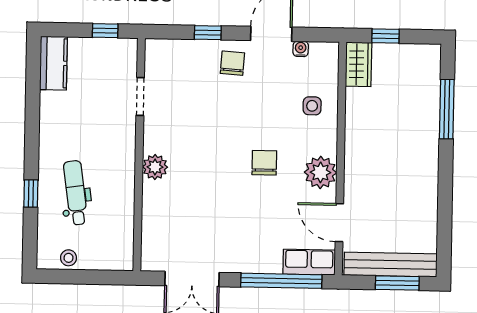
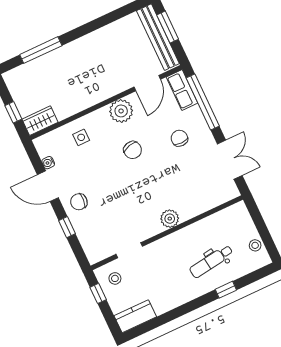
stool: (114, 61) -> (115, 278), added
chair: (264, 163) -> (133, 150), turned -104
chair: (250, 229) -> (179, 138), added

